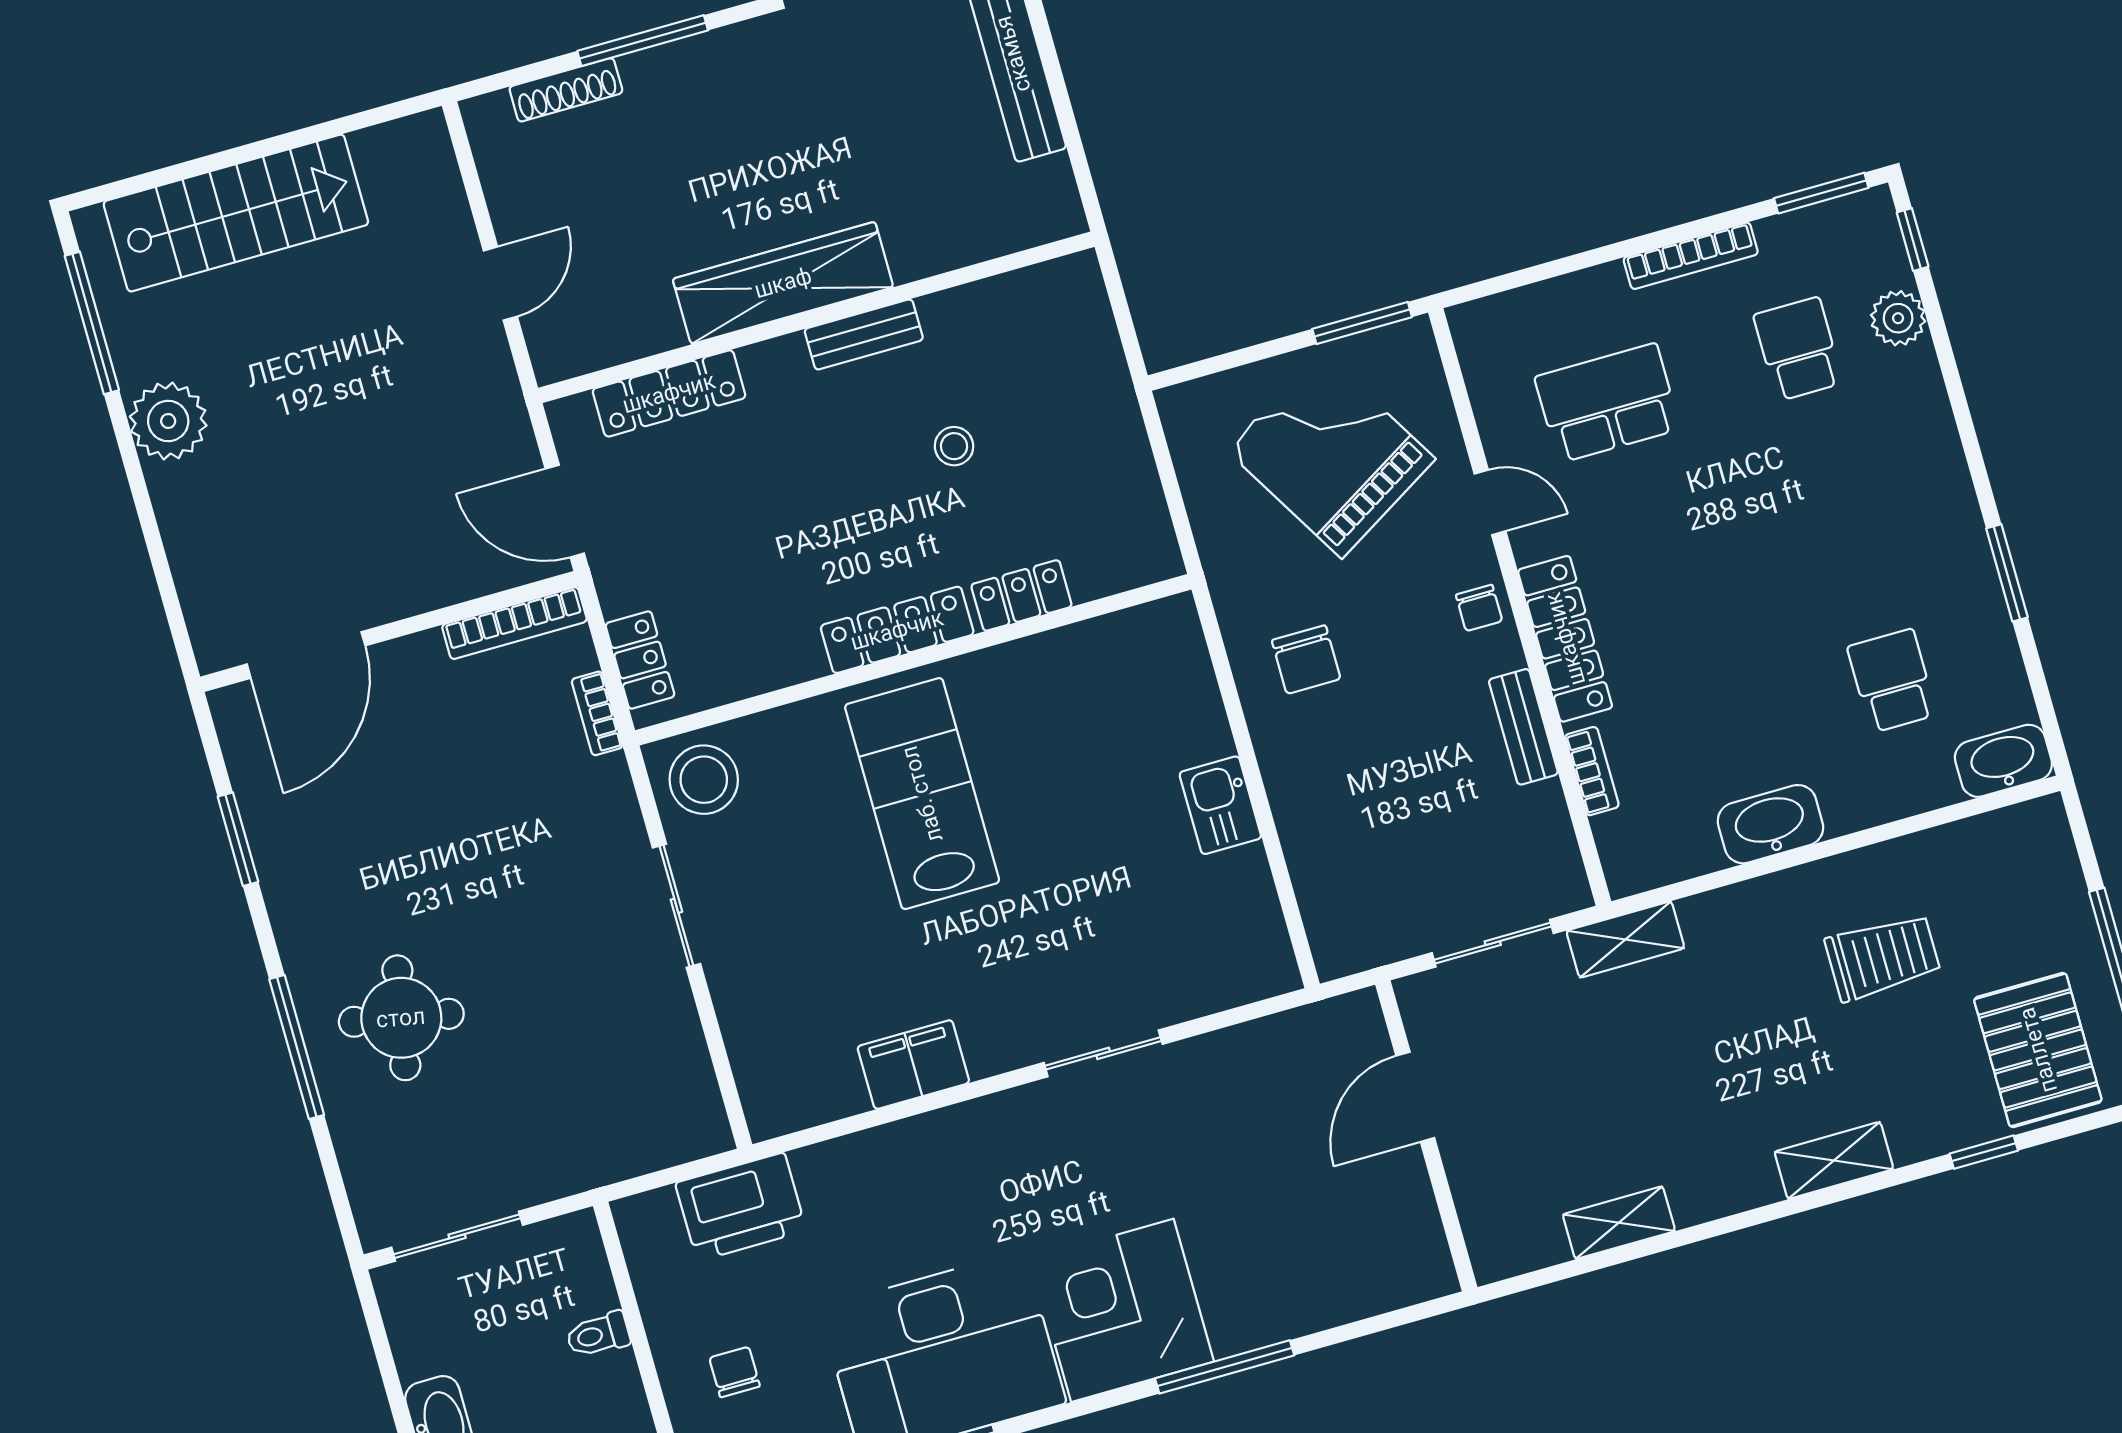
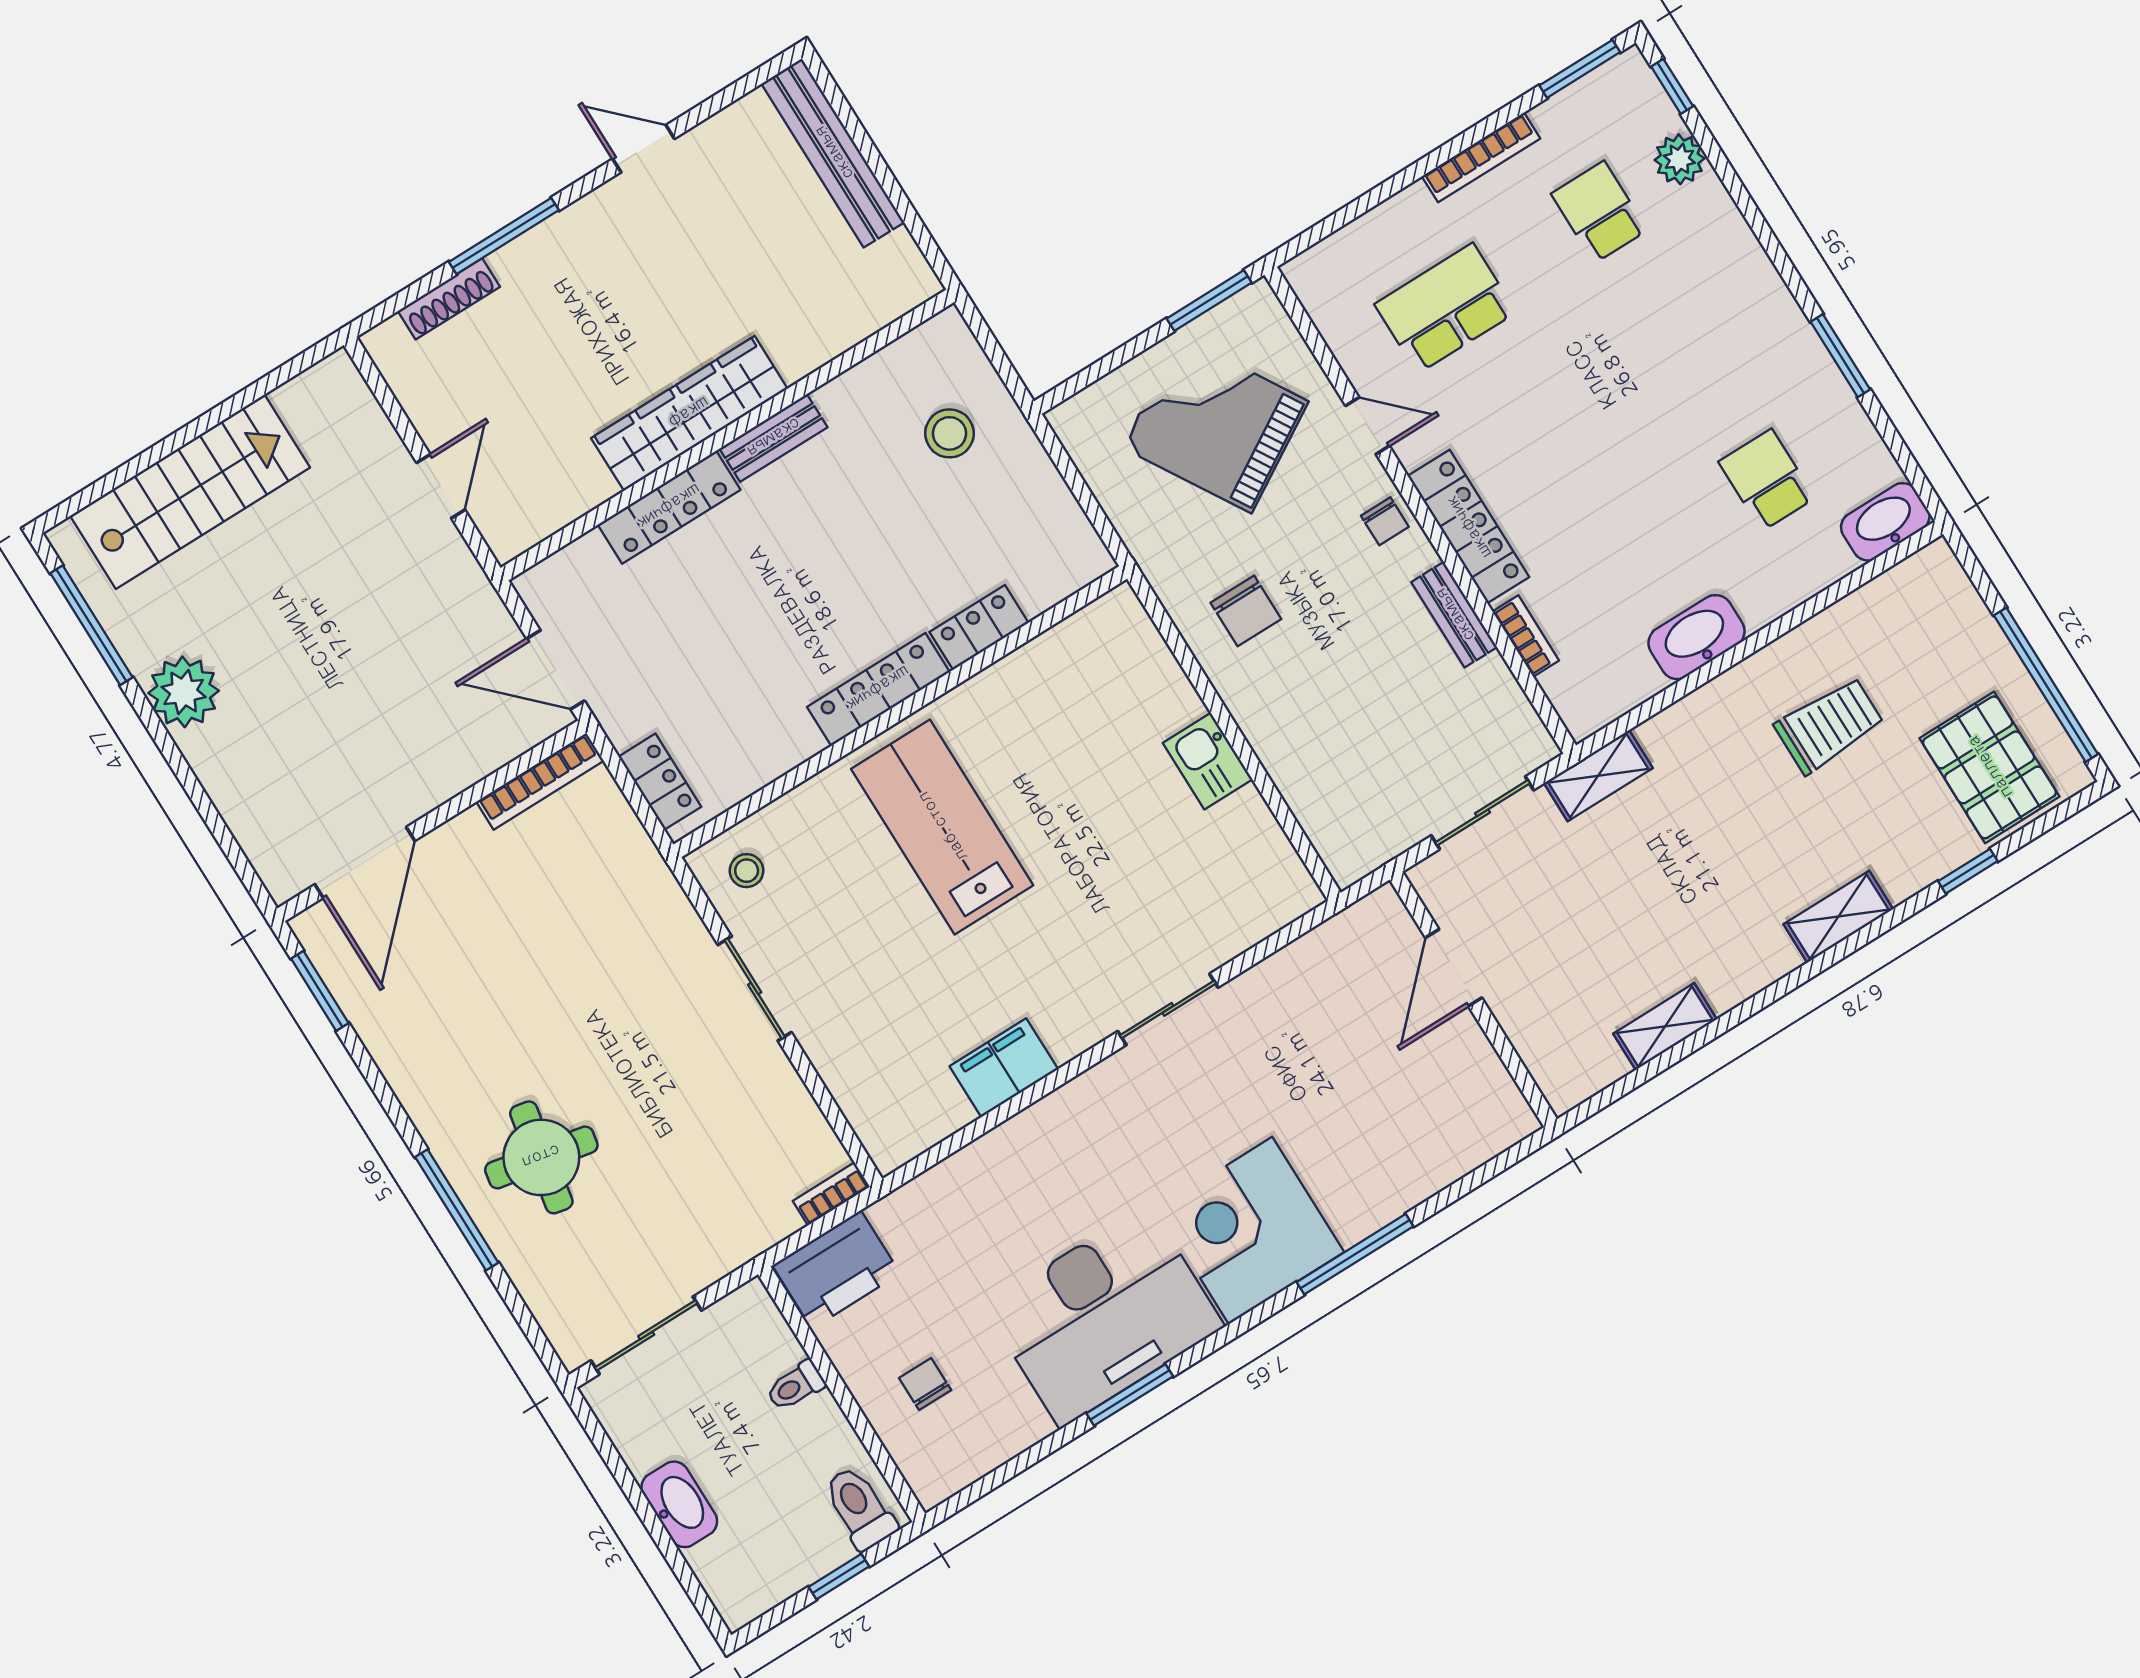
locker: (669, 393) -> (669, 507), moved
stool: (954, 446) -> (950, 433), moved, width x1.37, depth x1.37
bookcase: (597, 713) -> (831, 1194), moved, turned 90
stool: (704, 780) -> (747, 871), width x0.53, depth x0.53
window: (238, 839) -> (320, 991), moved
printer: (741, 1207) -> (836, 1270), moved

